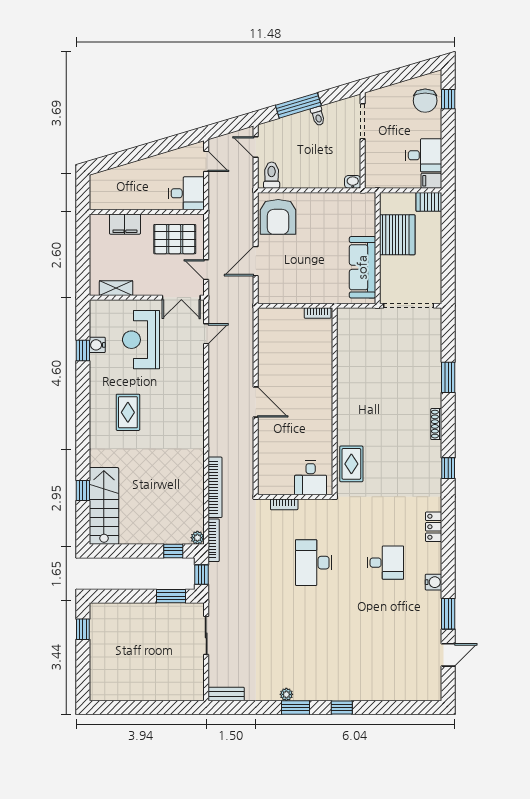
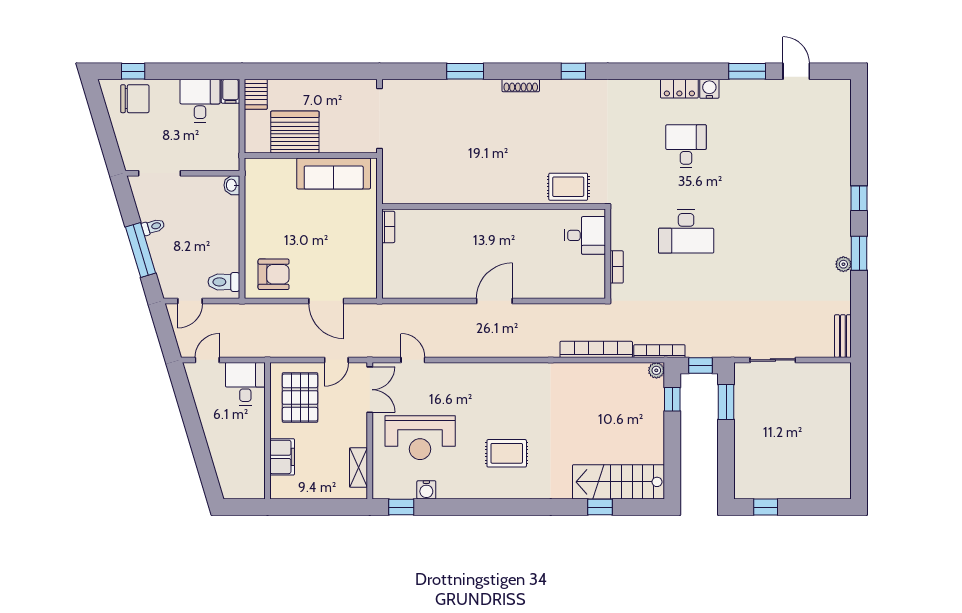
armchair: (278, 217) -> (274, 274), width x0.73, depth x0.73
window: (83, 351) -> (401, 507), moved
locker: (434, 527) -> (679, 89), moved

